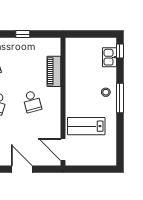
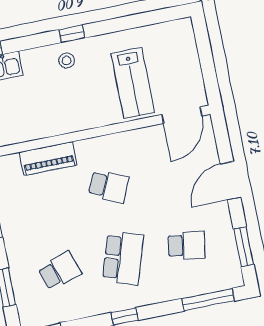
window: (120, 98) -> (72, 34), width x0.46
school desk: (32, 102) -> (109, 186), turned 39

